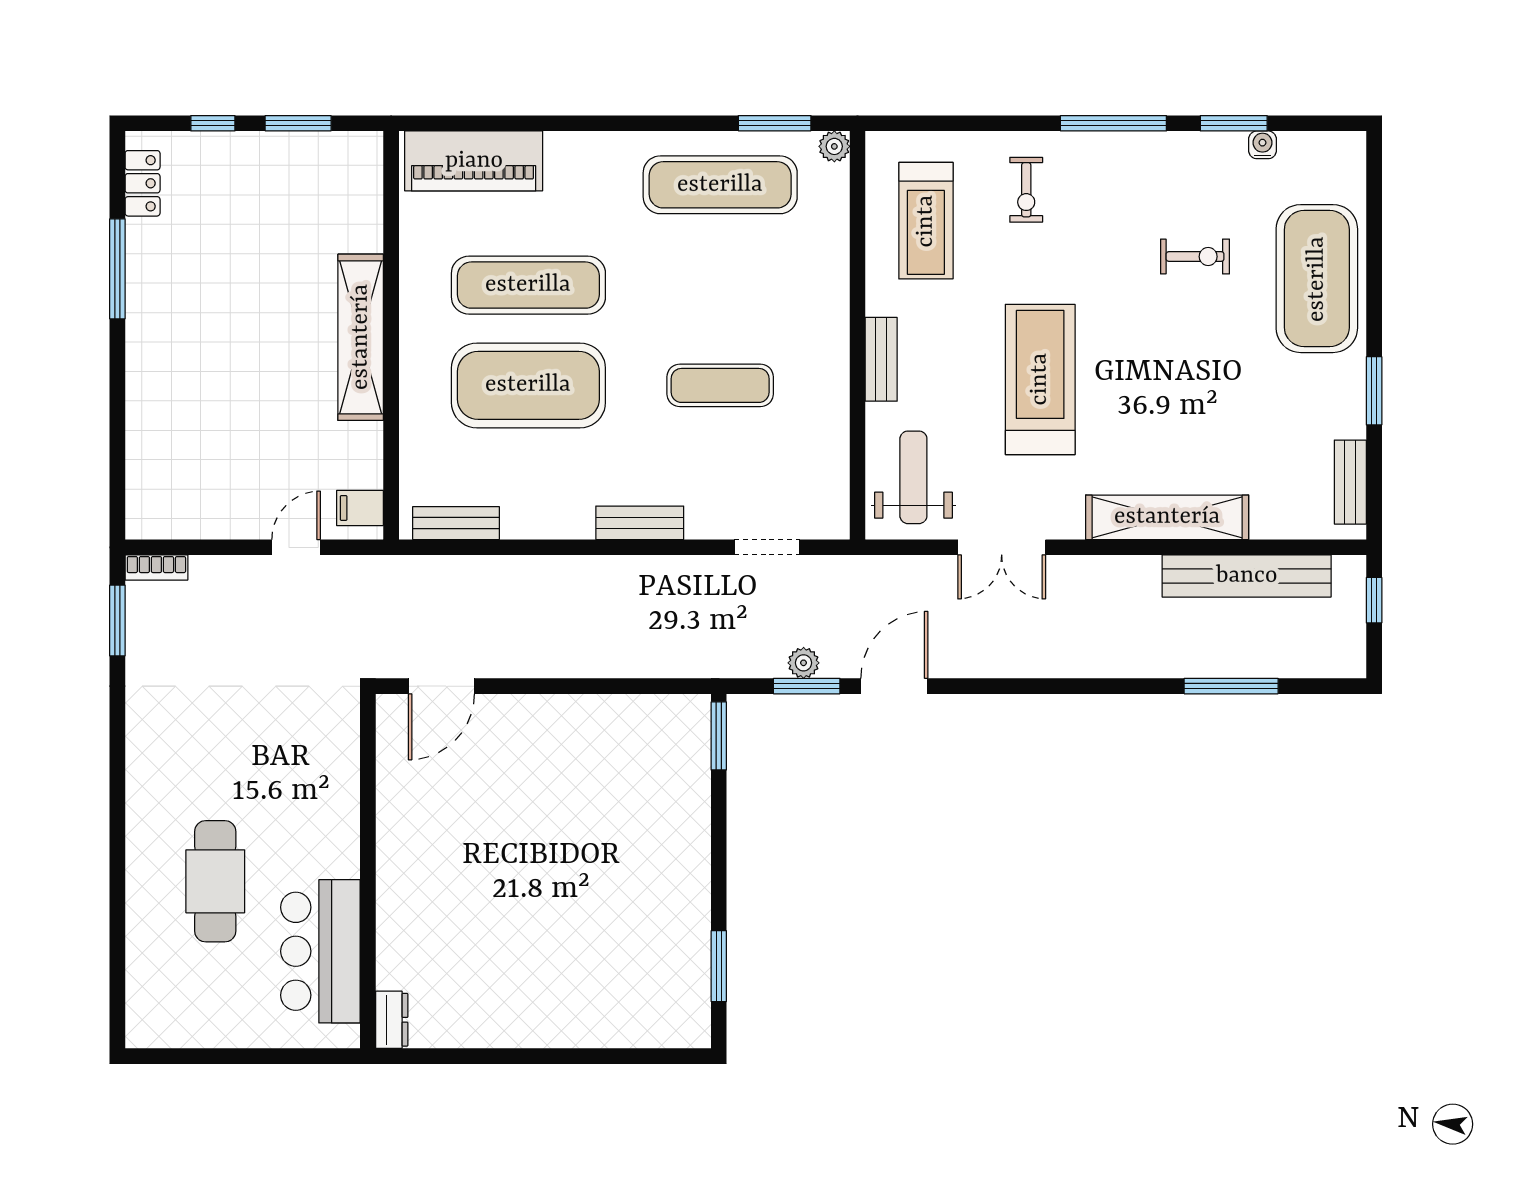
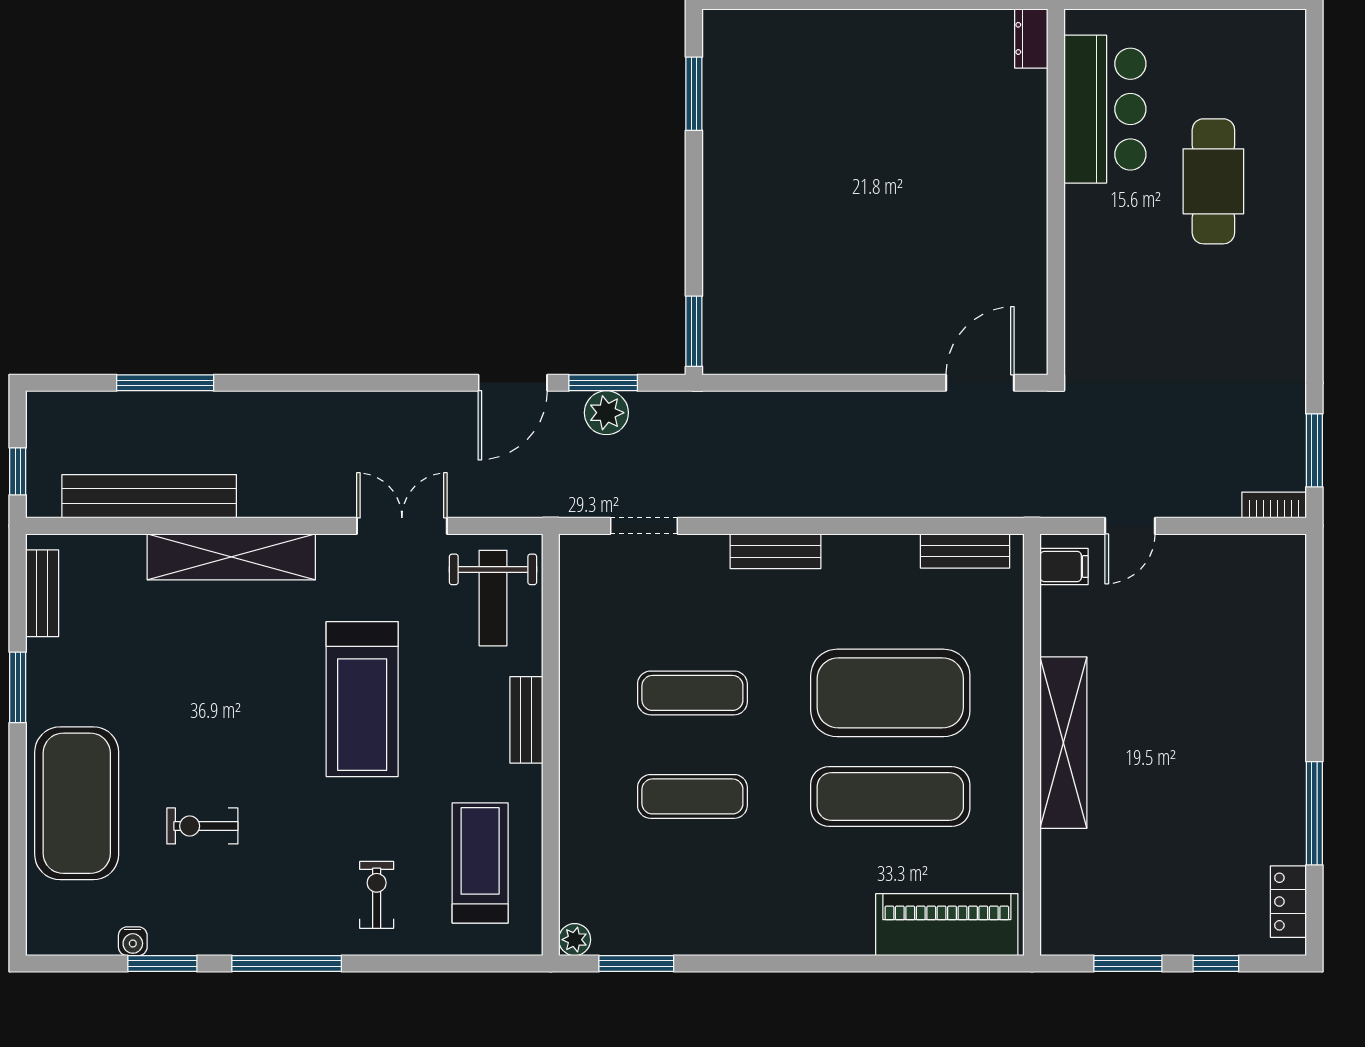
exercise mat: (720, 185) -> (692, 796), moved, width x0.73, depth x0.69
plant: (804, 663) -> (606, 413), width x1.38, depth x1.38

